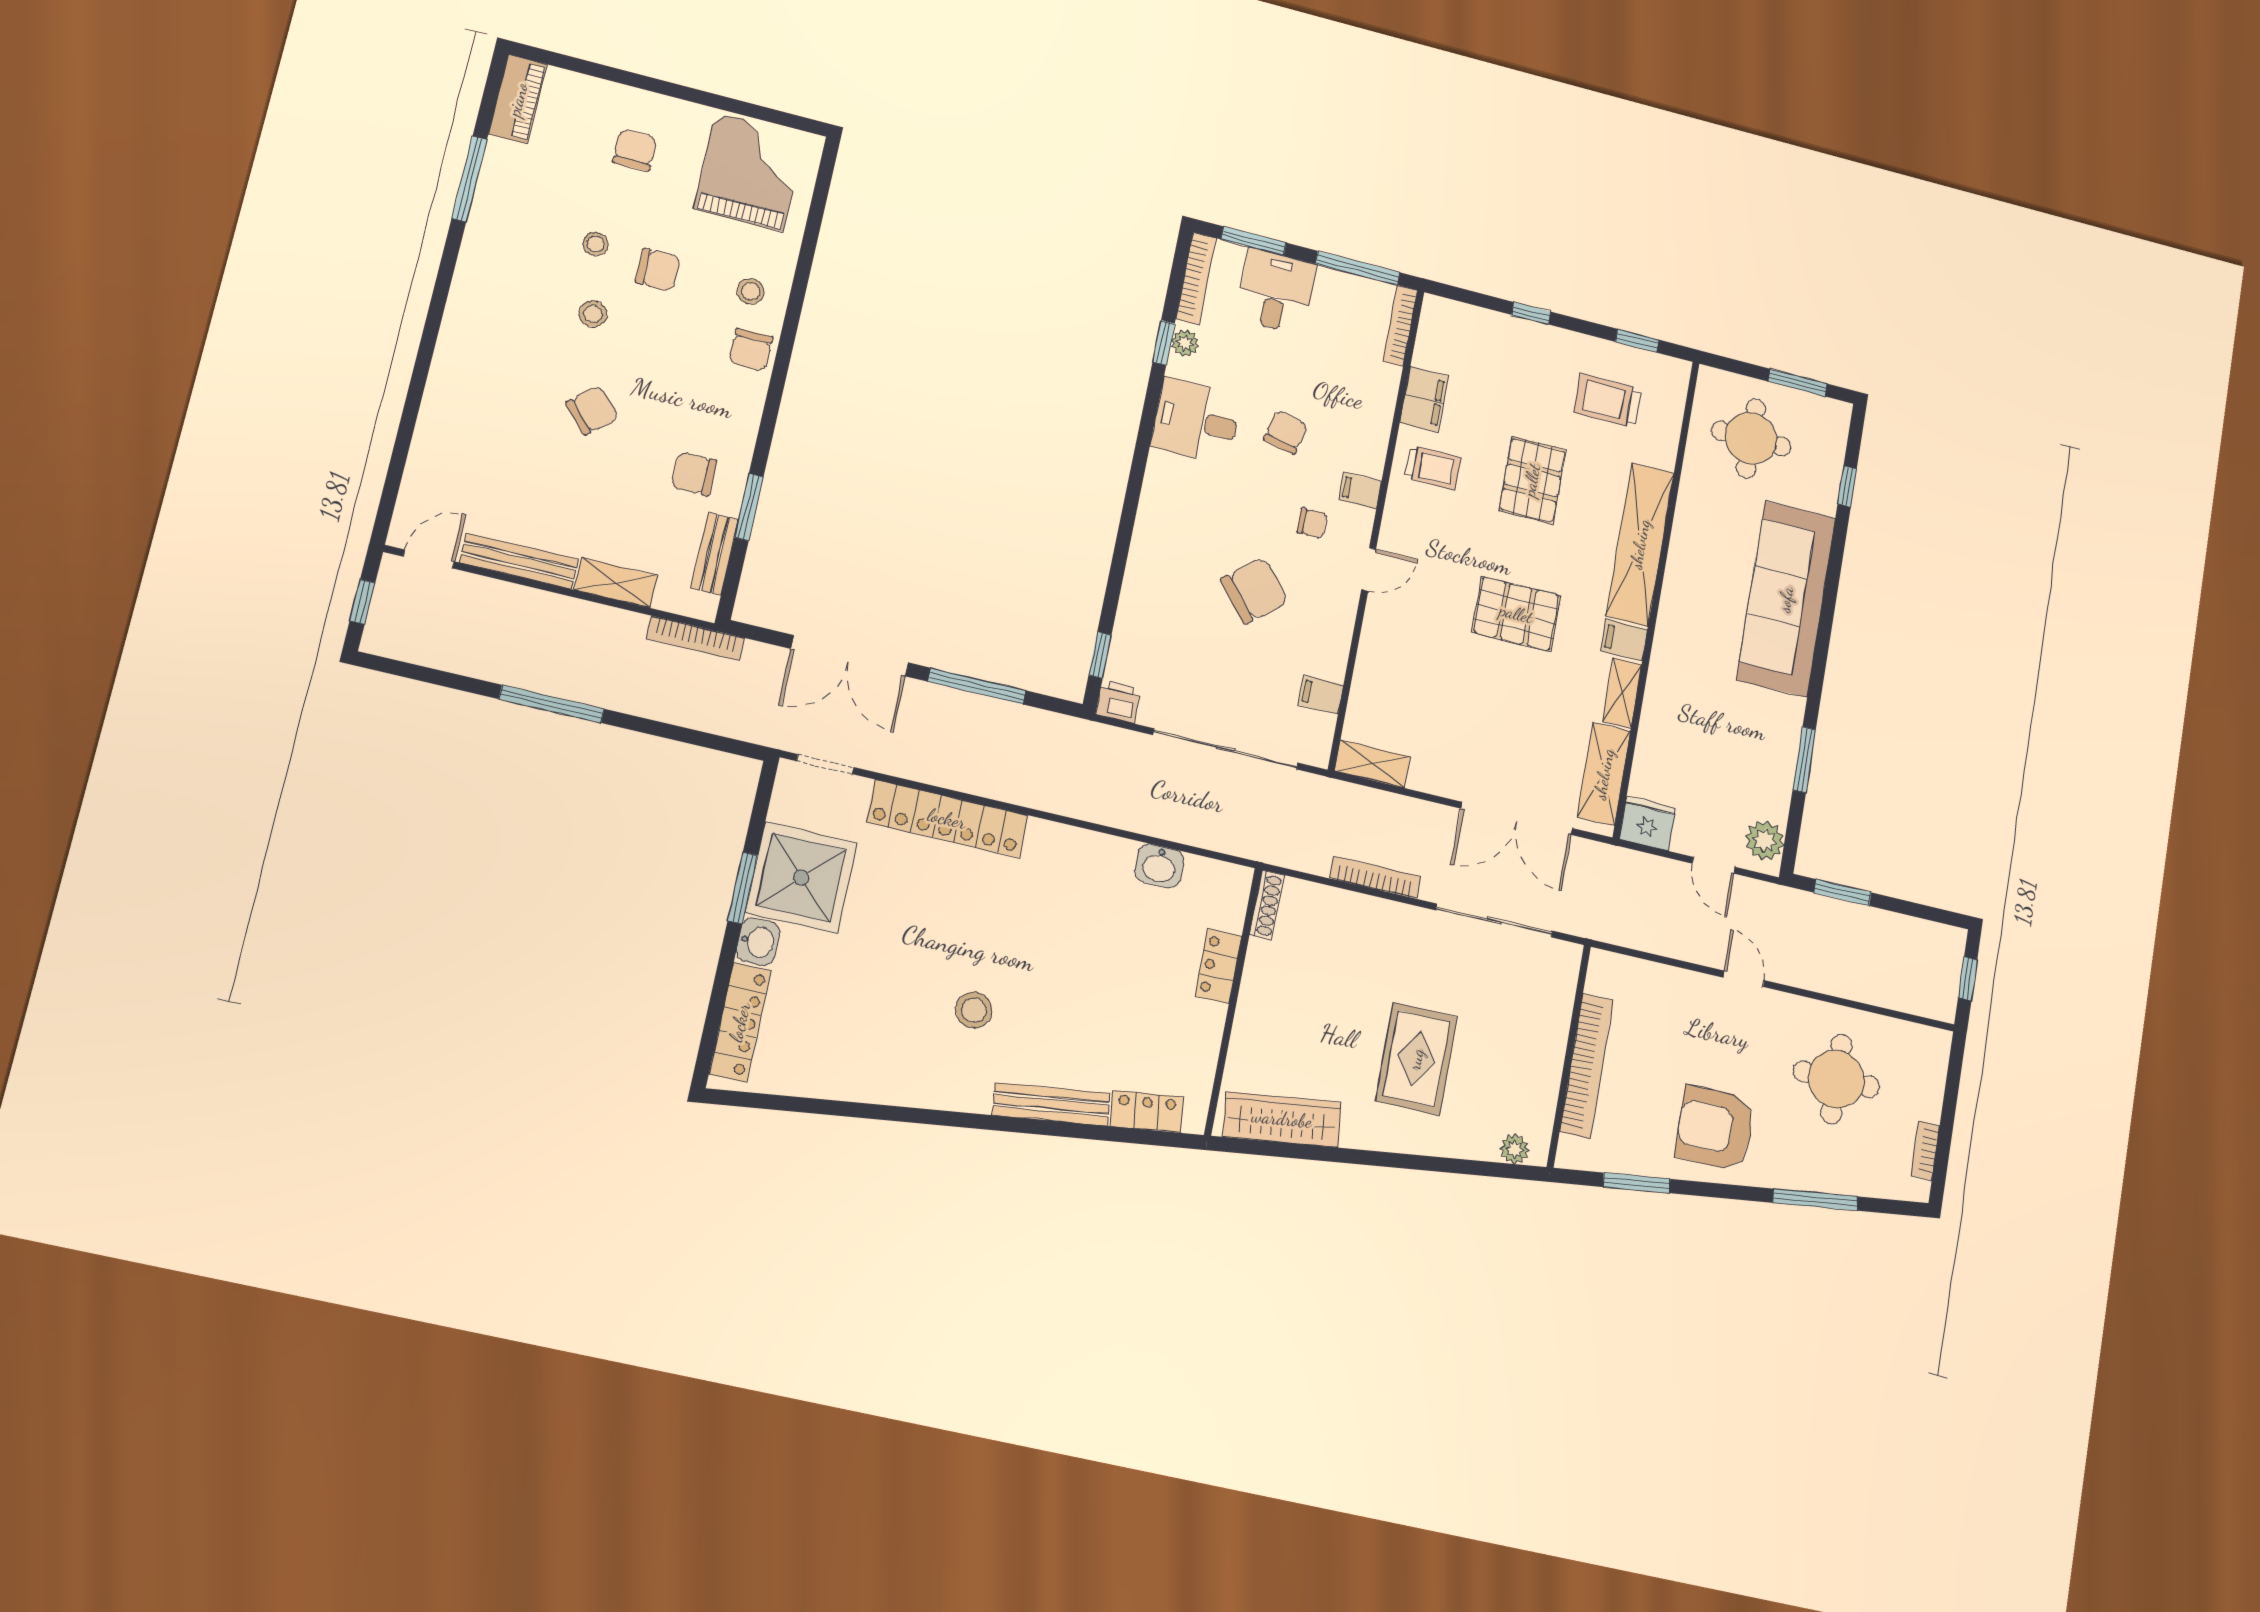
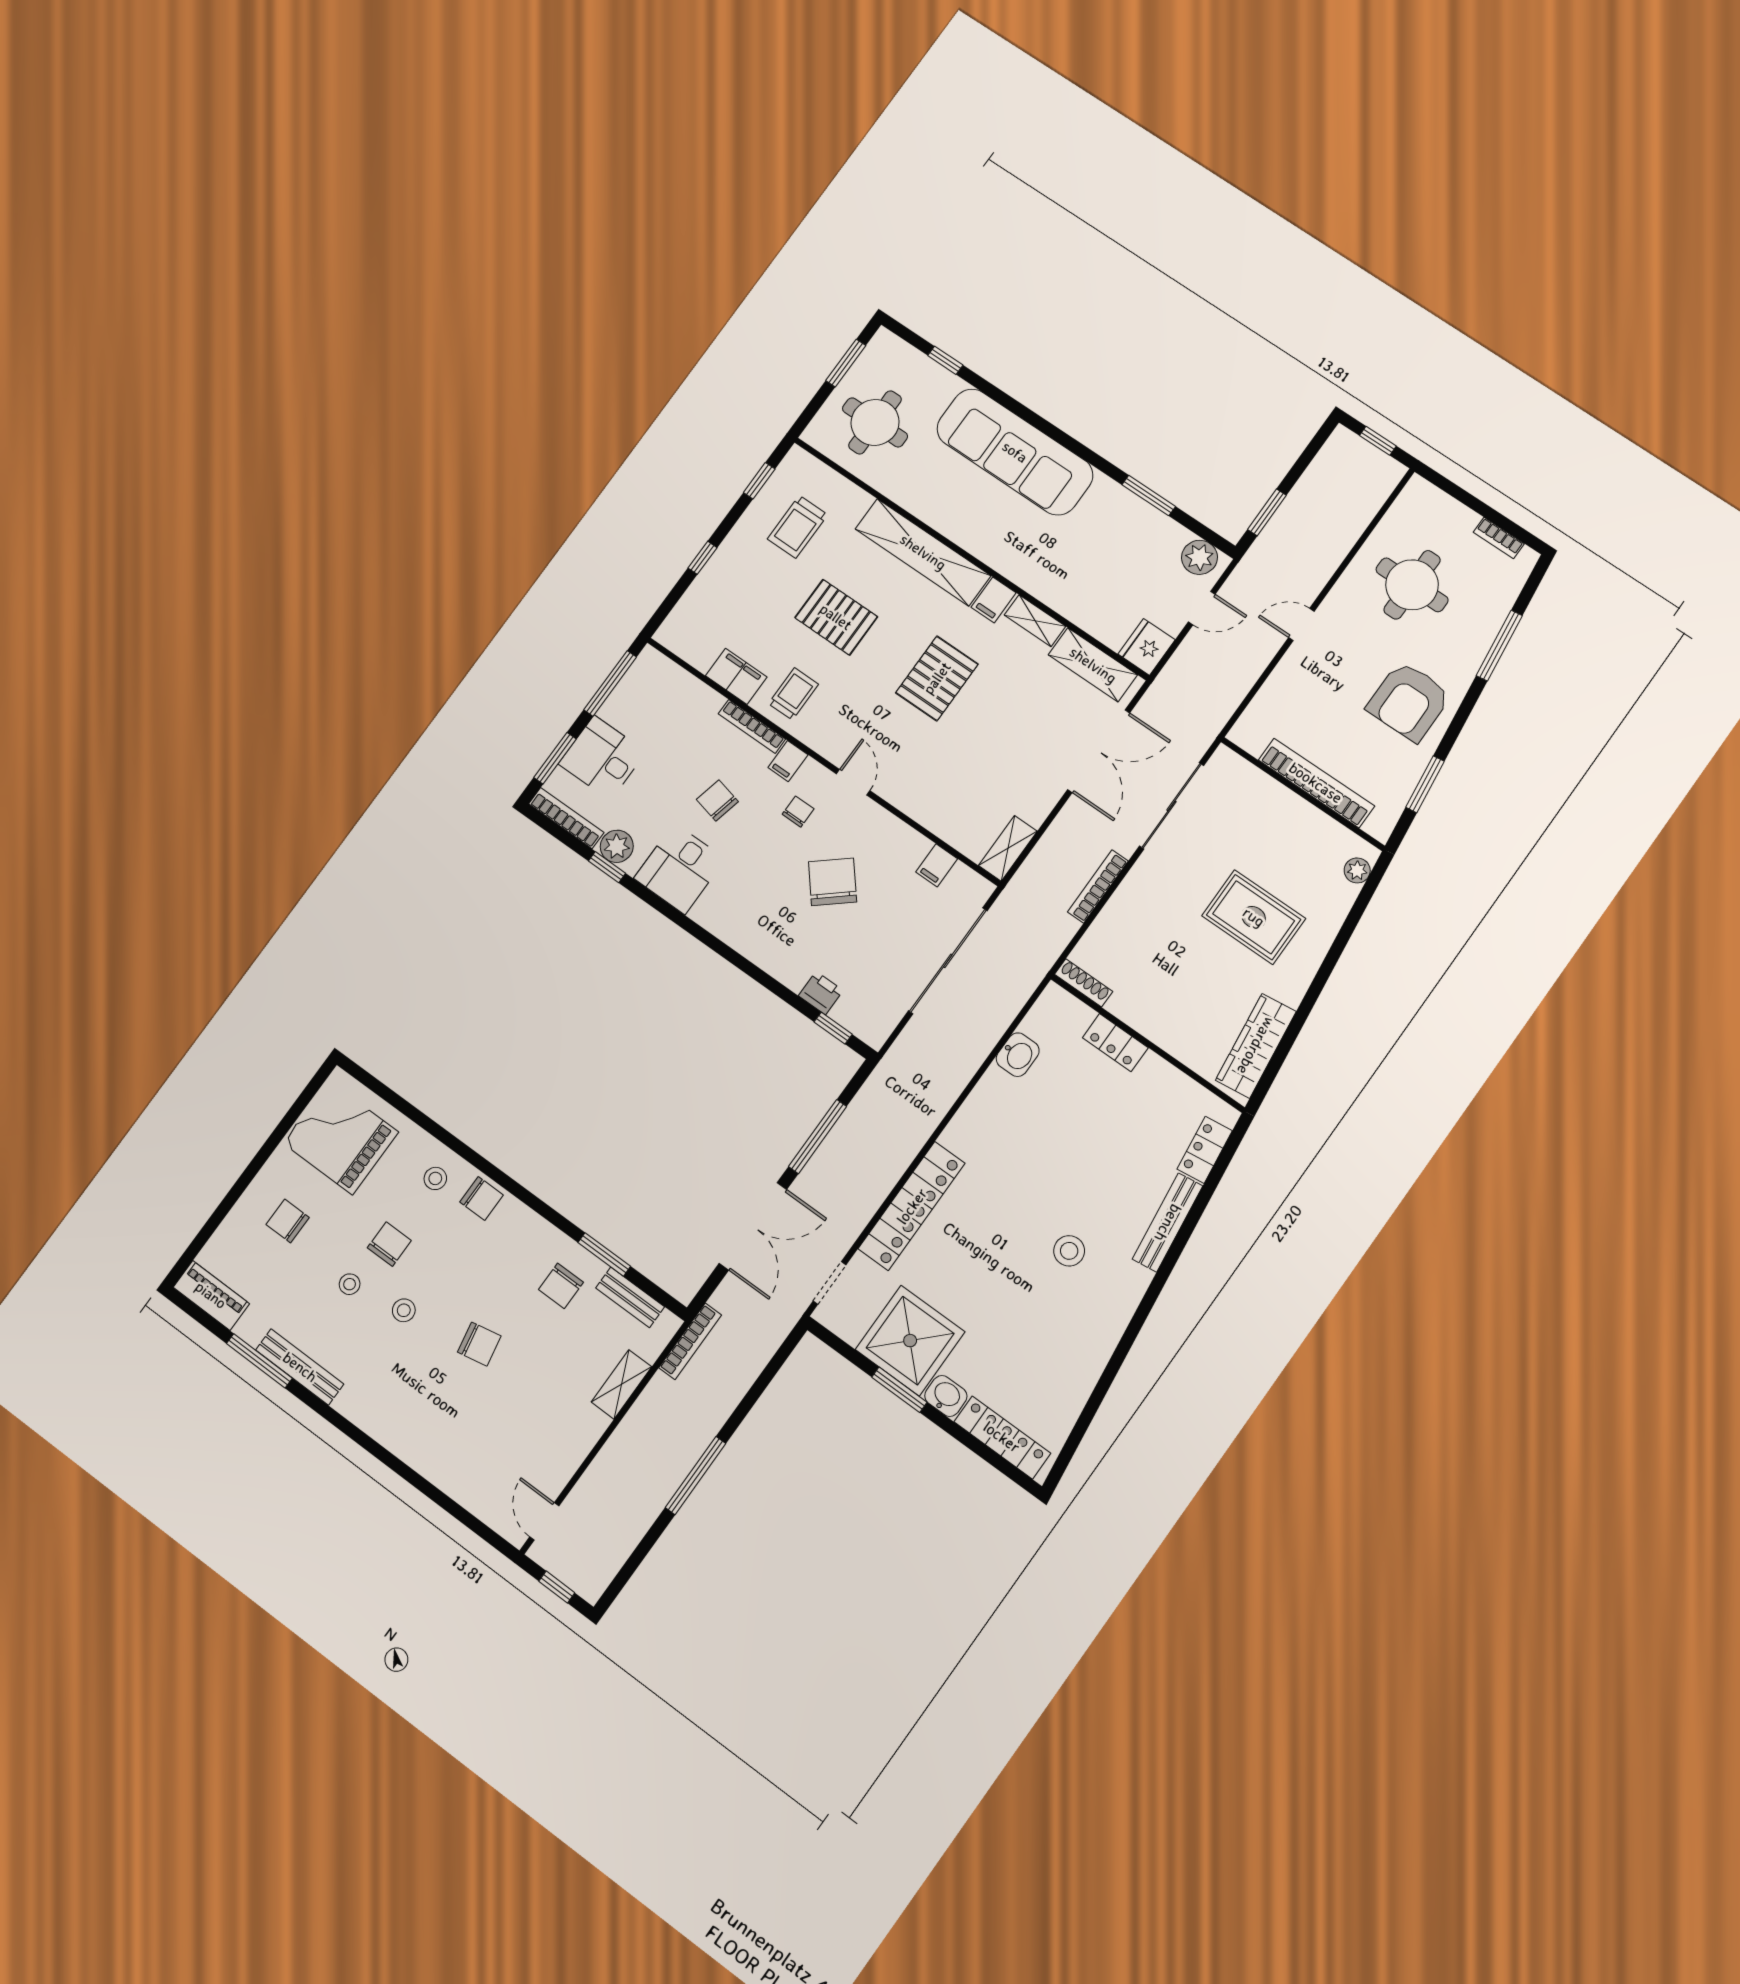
bookcase: (1400, 326) -> (752, 726), moved
plant: (1185, 343) -> (617, 846), width x1.38, depth x1.38
chair: (592, 410) -> (479, 1344), turned 121
bench: (519, 561) -> (300, 1367), moved, turned 90
printer: (1118, 702) -> (821, 993), moved, turned 90

